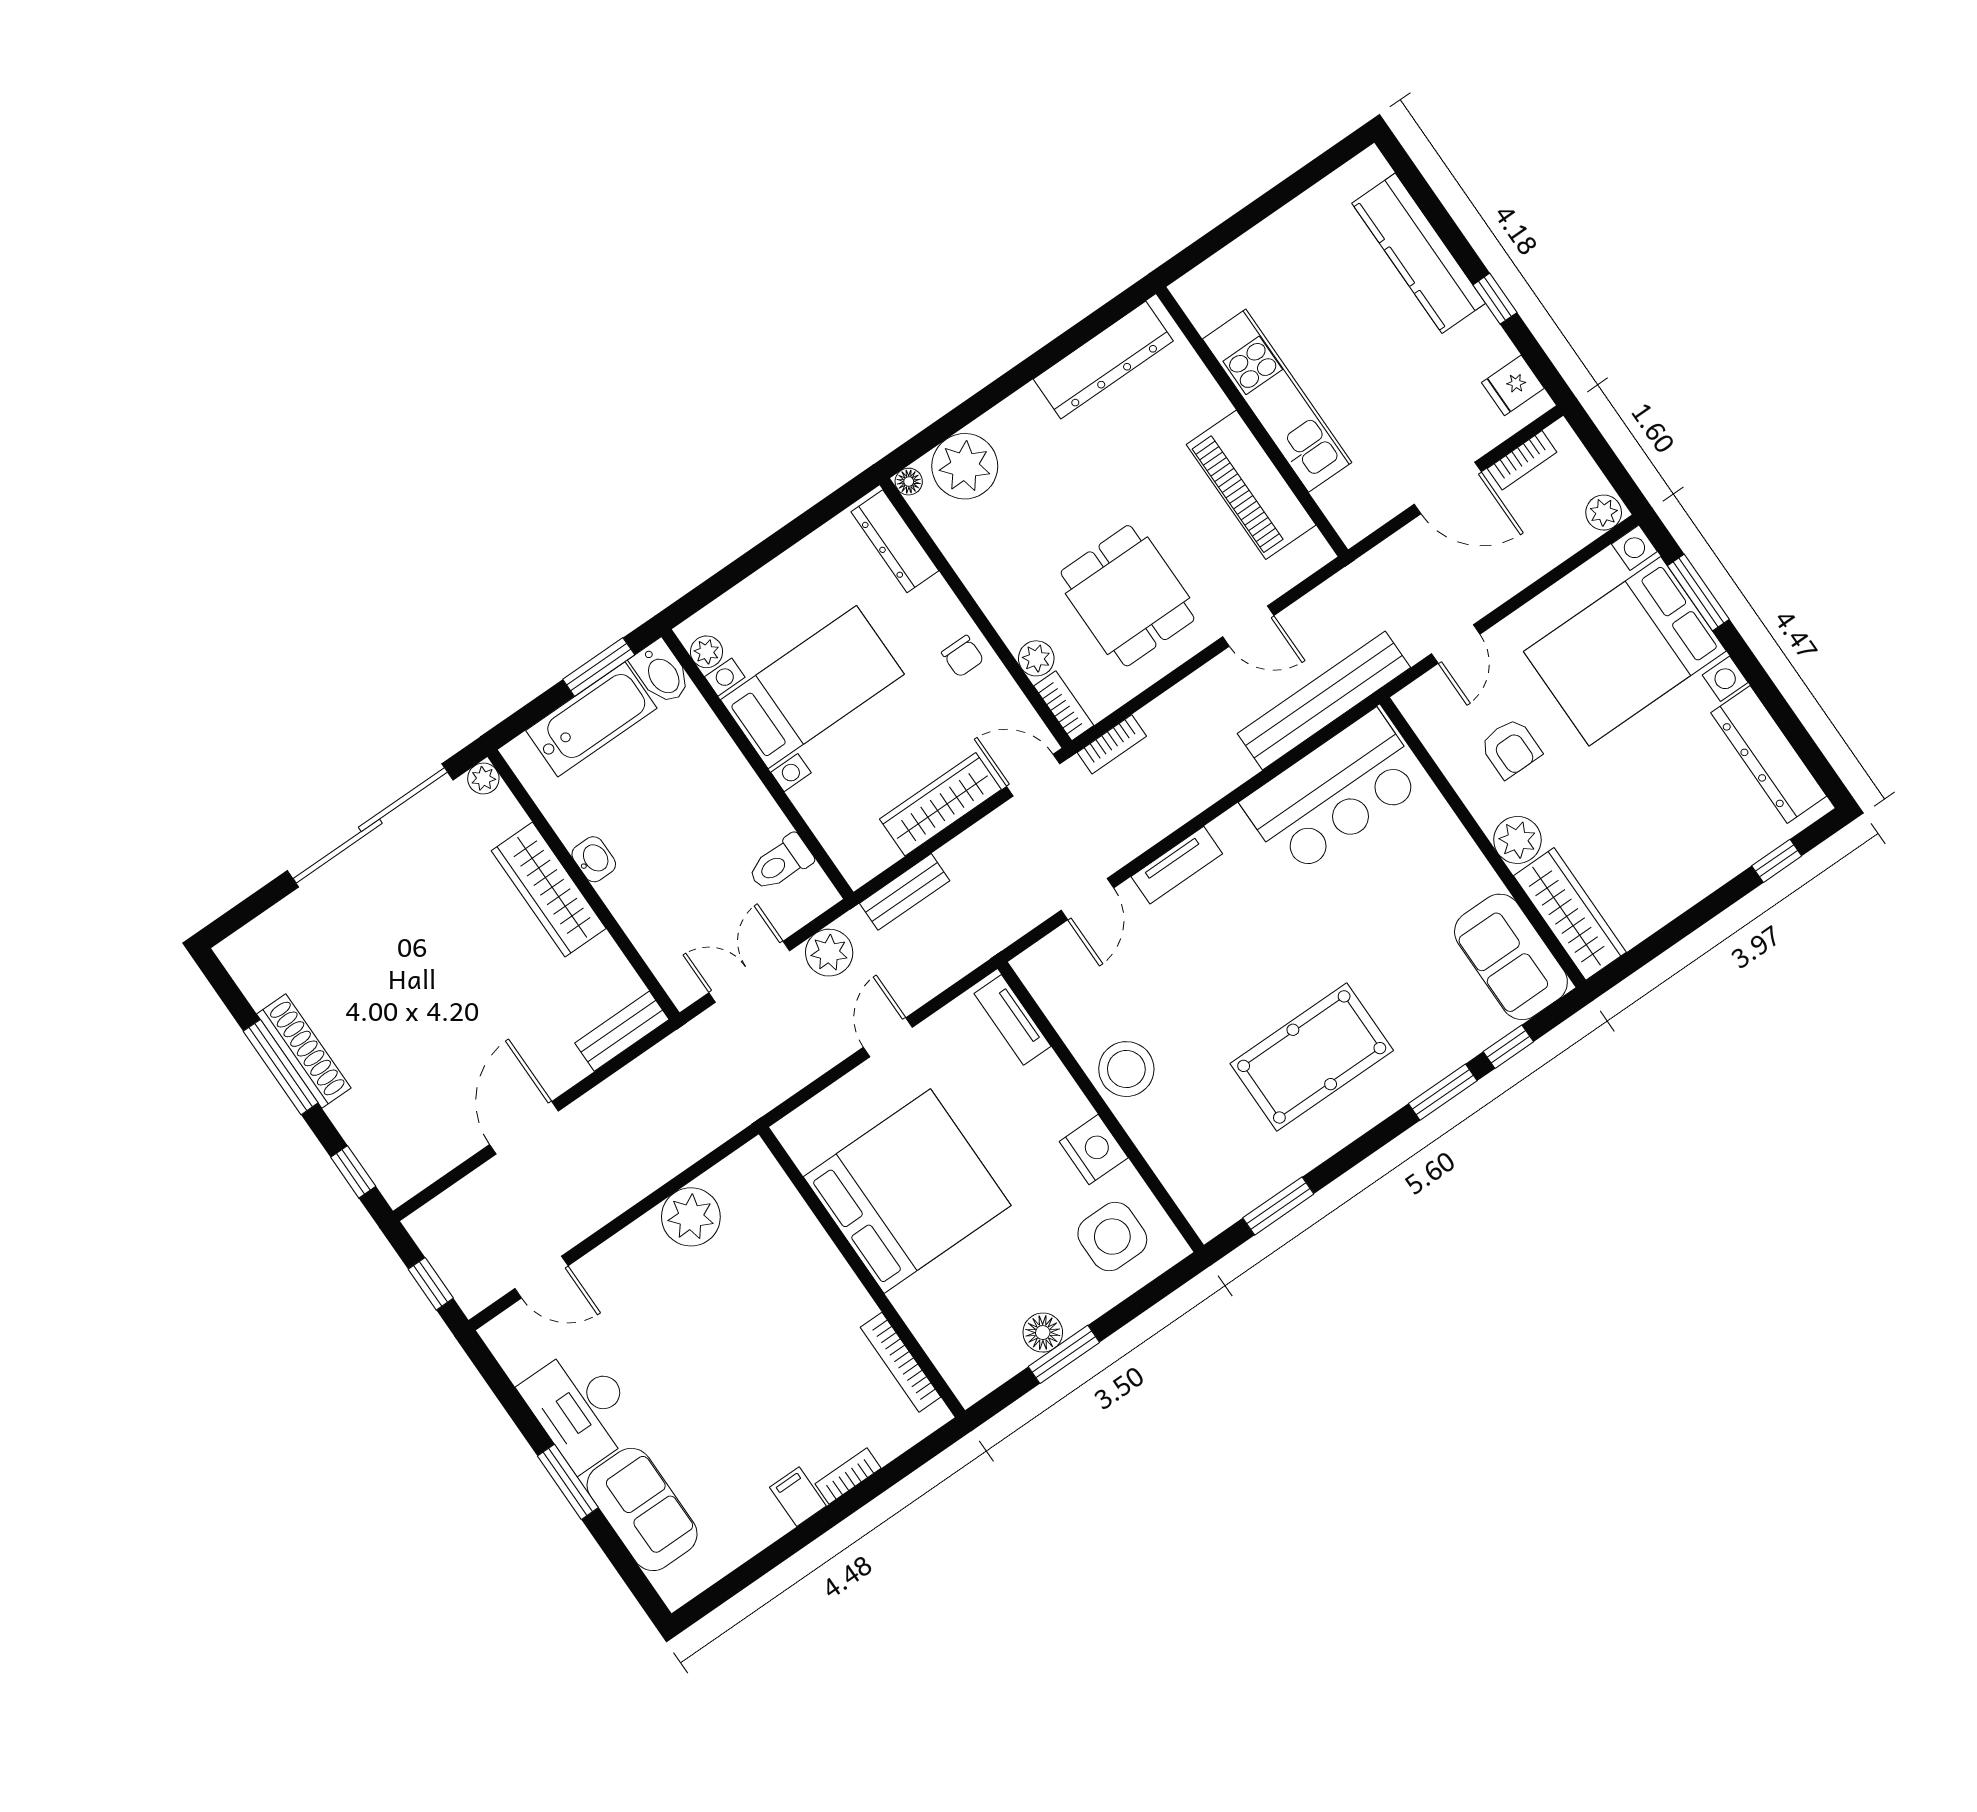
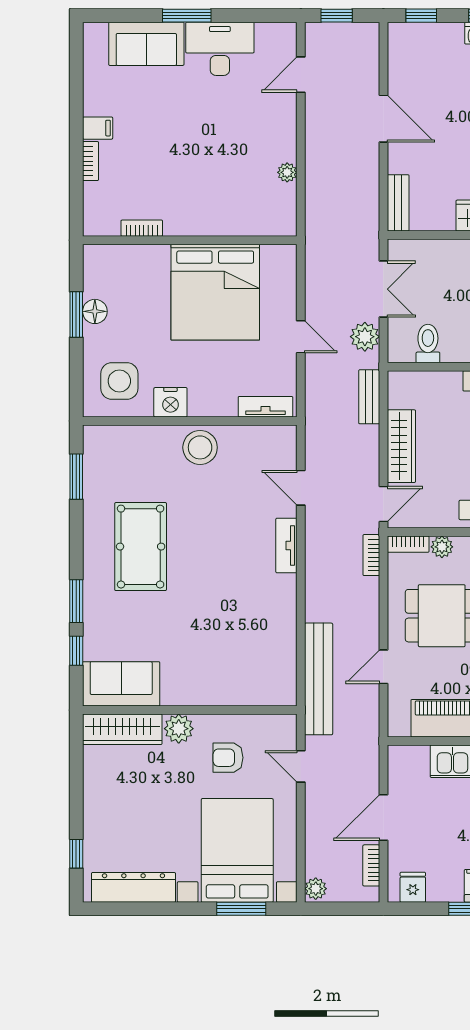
bar counter: (1334, 793) -> (268, 652), removed
plant: (691, 1217) -> (287, 172), width x0.53, depth x0.53
bookcase: (900, 1362) -> (142, 228), width x0.64

